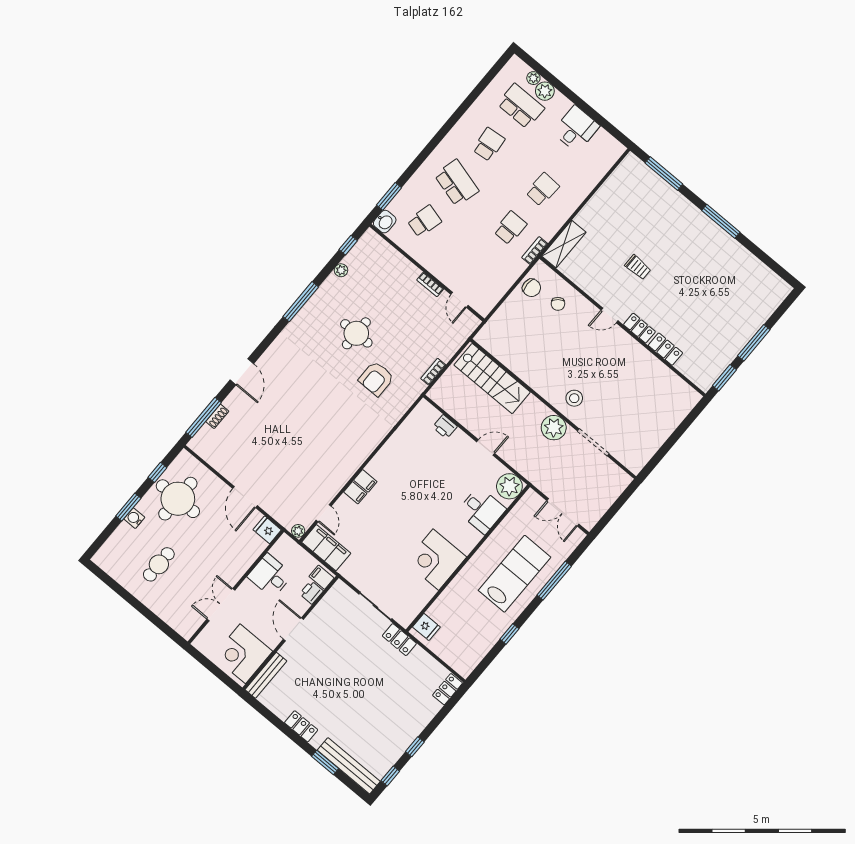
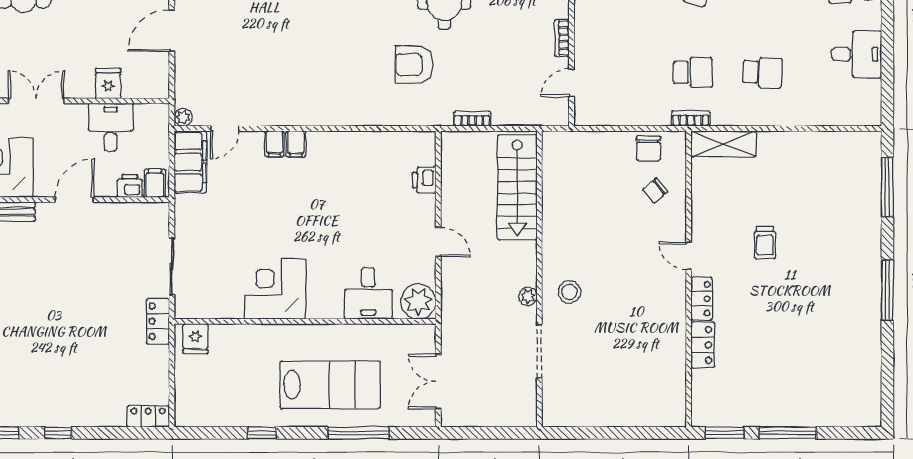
plant: (554, 428) -> (528, 296), width x0.53, depth x0.53
fridge: (267, 530) -> (108, 83), moved

